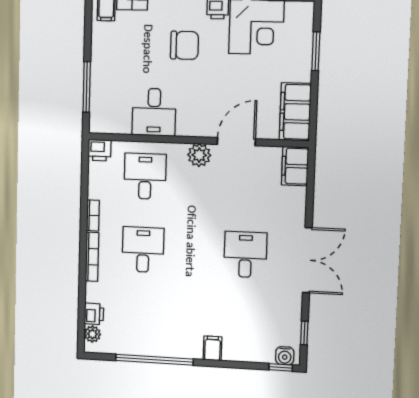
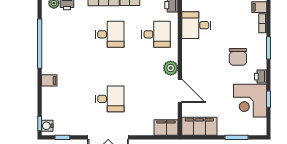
desk: (154, 112) -> (196, 25), moved

